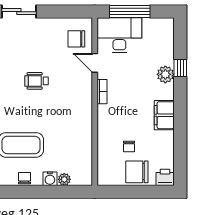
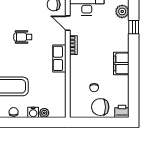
plant: (165, 74) -> (122, 11), moved
row of seats: (84, 109) -> (59, 58), added

